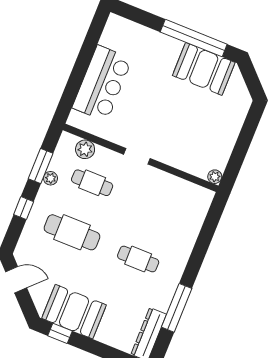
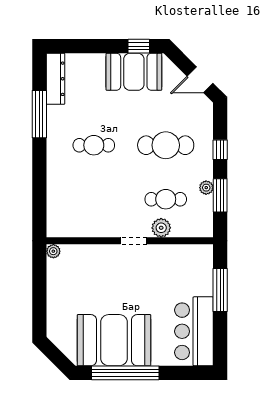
booth: (204, 69) -> (114, 340), width x1.36, depth x1.42
window: (76, 79) -> (220, 290), added
bar counter: (102, 83) -> (194, 331), moved
plant: (85, 149) -> (161, 228), moved

